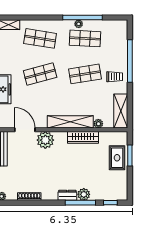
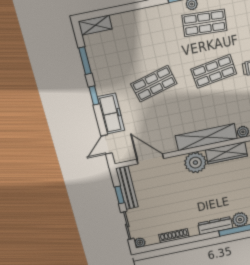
shop shelf: (40, 38) -> (143, 35), removed
plant: (45, 140) -> (195, 163), moved
dresser: (67, 195) -> (215, 226), width x1.44

